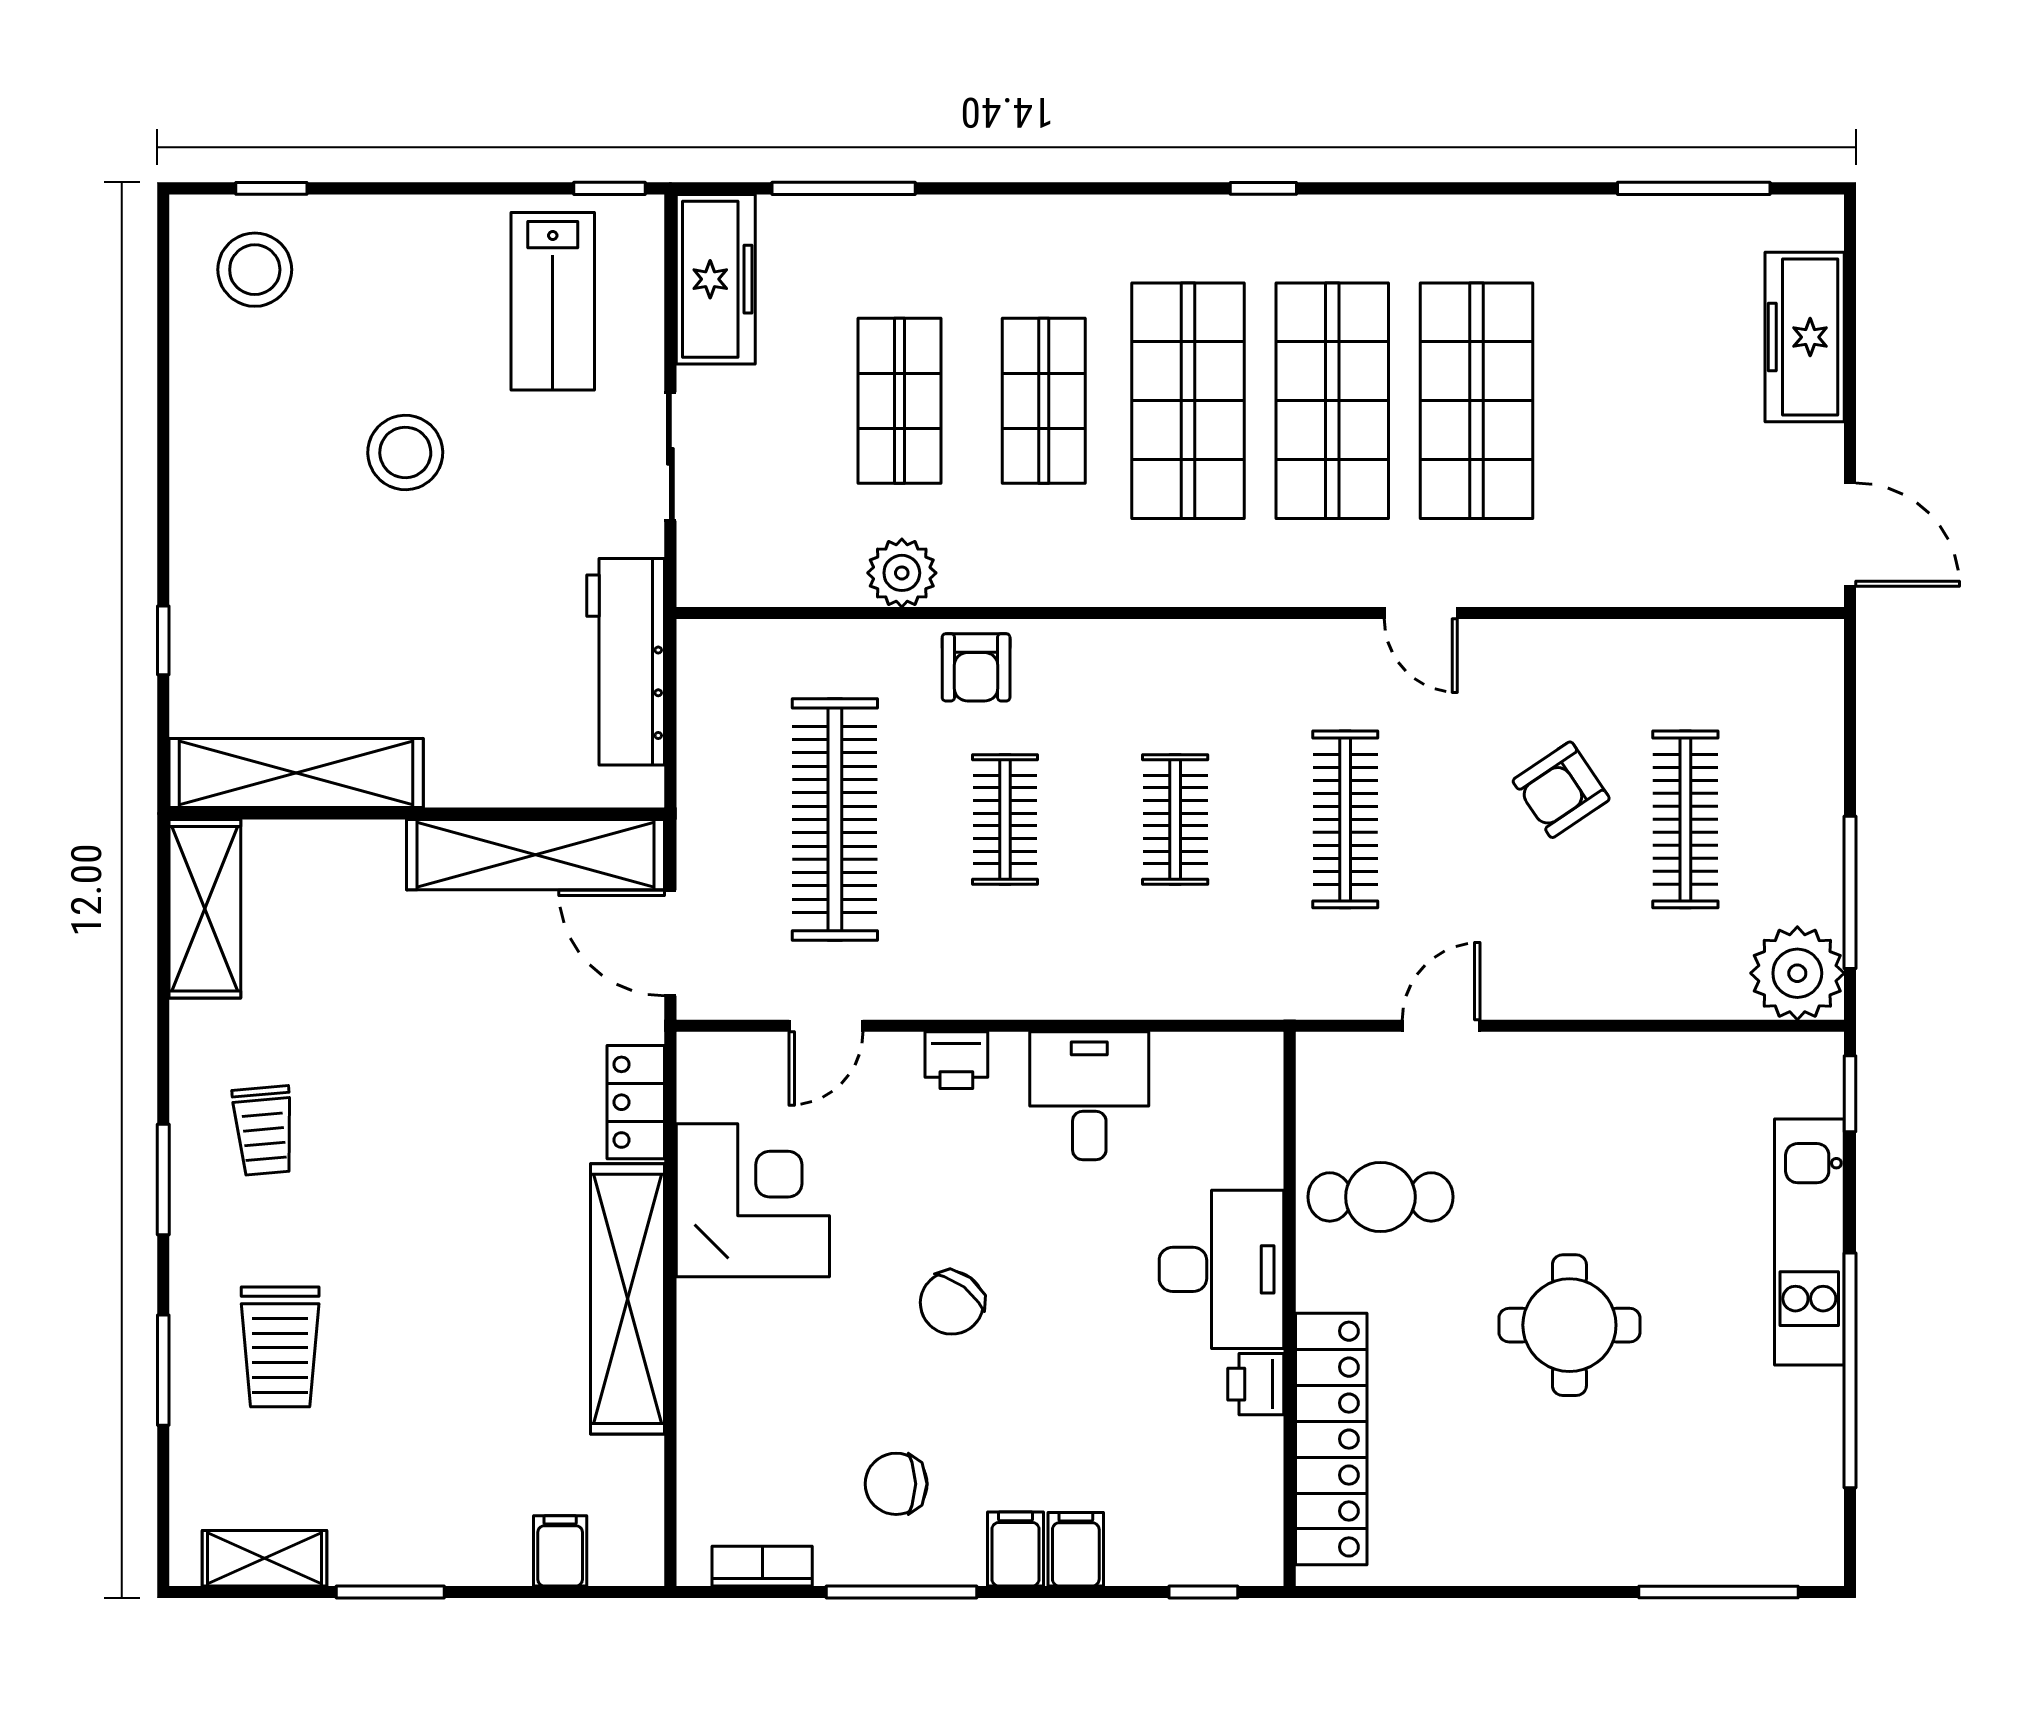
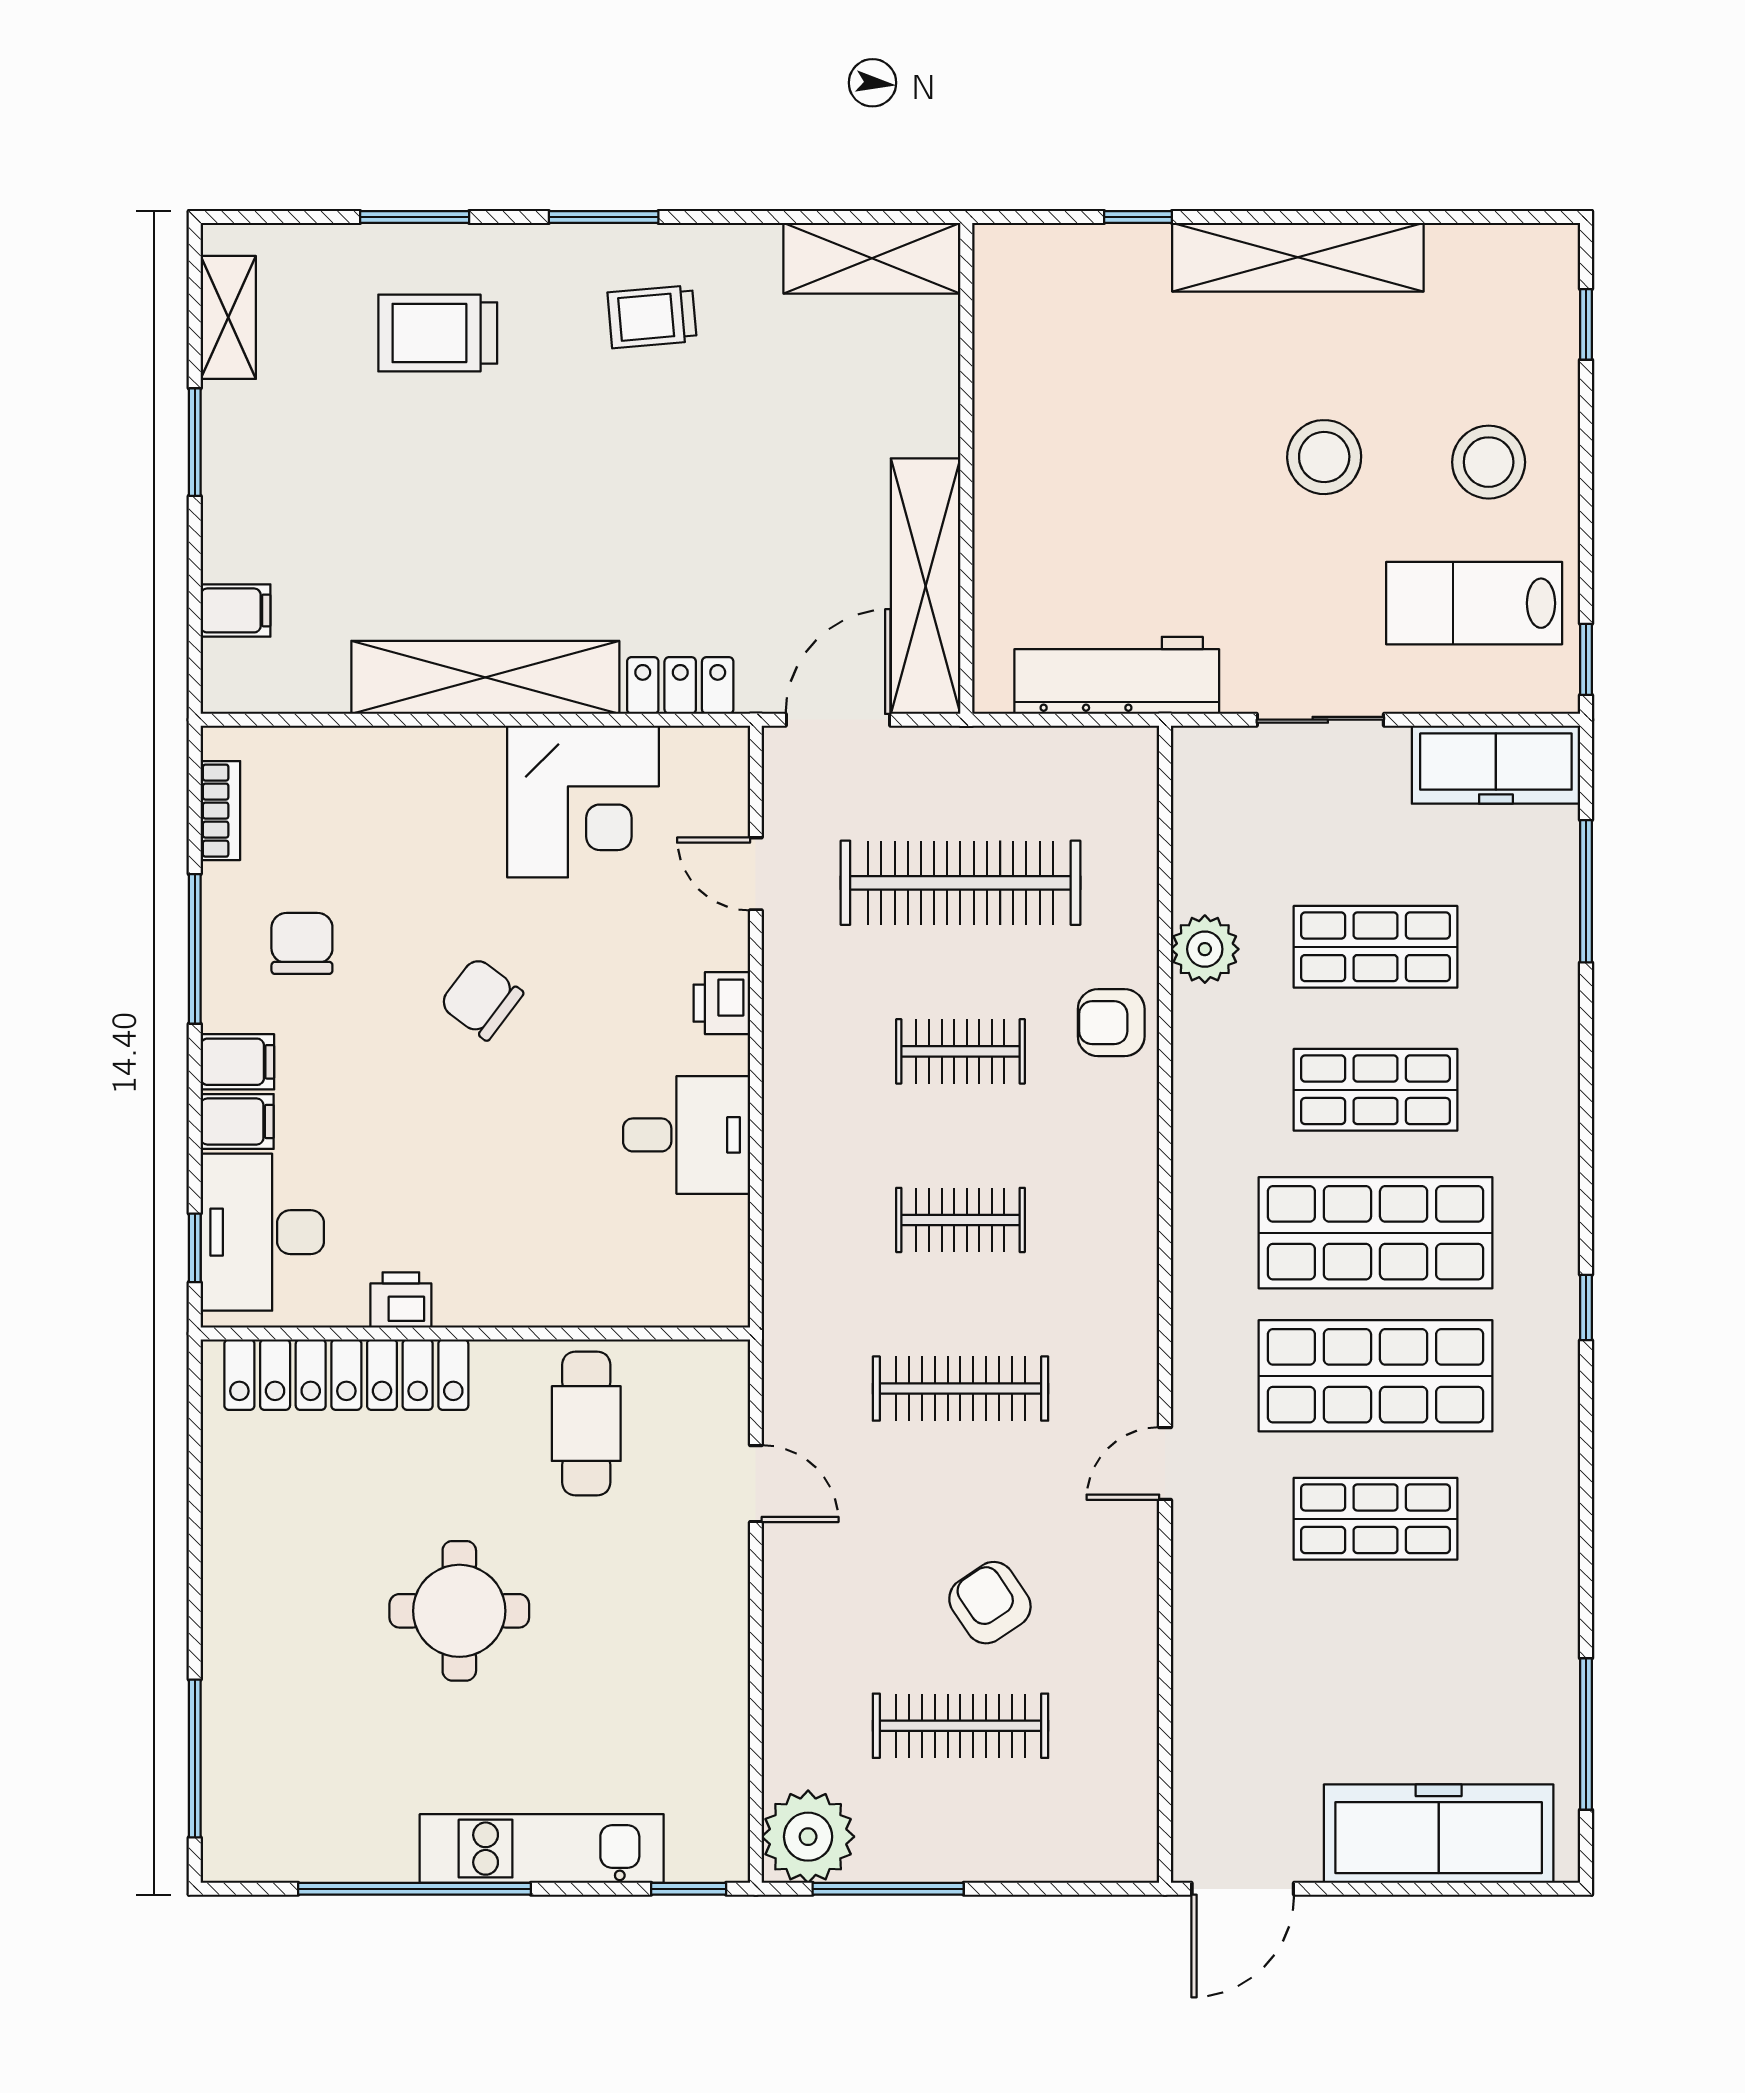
stool: (255, 270) -> (1489, 462), moved
freezer: (1805, 337) -> (1439, 1834), width x1.36, depth x1.26
shop shelf: (1477, 401) -> (1376, 1519), width x0.70, depth x0.74
shelving: (296, 773) -> (1298, 257), moved, turned 90
desk: (1221, 1269) -> (262, 1232), moved, turned 90

